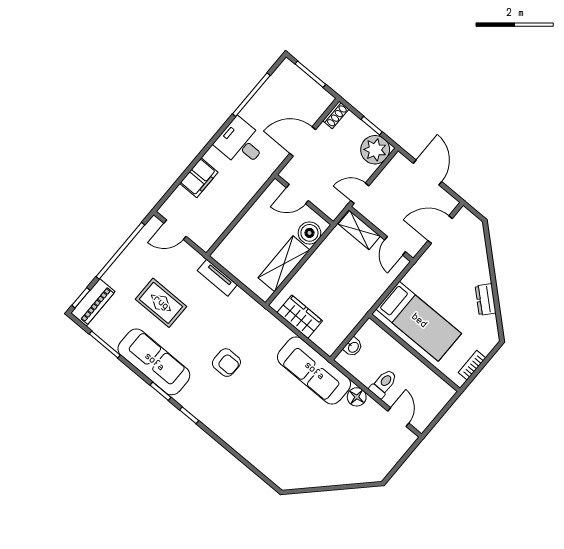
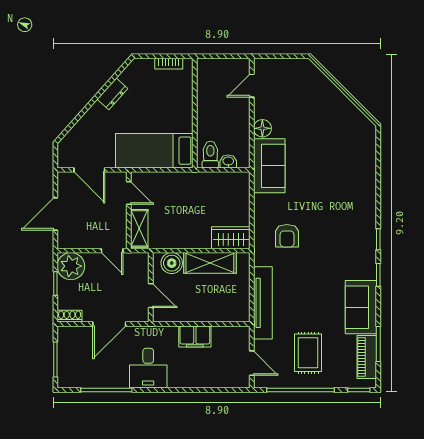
door: (303, 142) -> (109, 324), hinge flipped
filing cabinet: (199, 178) -> (195, 337), moved, turned 180
door: (395, 246) -> (129, 193), hinge flipped
tv unit: (217, 278) -> (263, 303), width x1.92, depth x1.29
piano: (93, 302) -> (367, 357), moved, turned -90
rug: (161, 303) -> (308, 353), moved
wardrobe: (300, 317) -> (231, 238), moved, turned 90
bed: (419, 321) -> (154, 151), moved, turned -90
sofa: (154, 362) -> (361, 307), width x0.73
armchair: (226, 363) -> (287, 236), moved, turned 180
sofa: (314, 371) -> (269, 166), width x0.73
toilet: (383, 384) -> (210, 155), moved, turned 90

